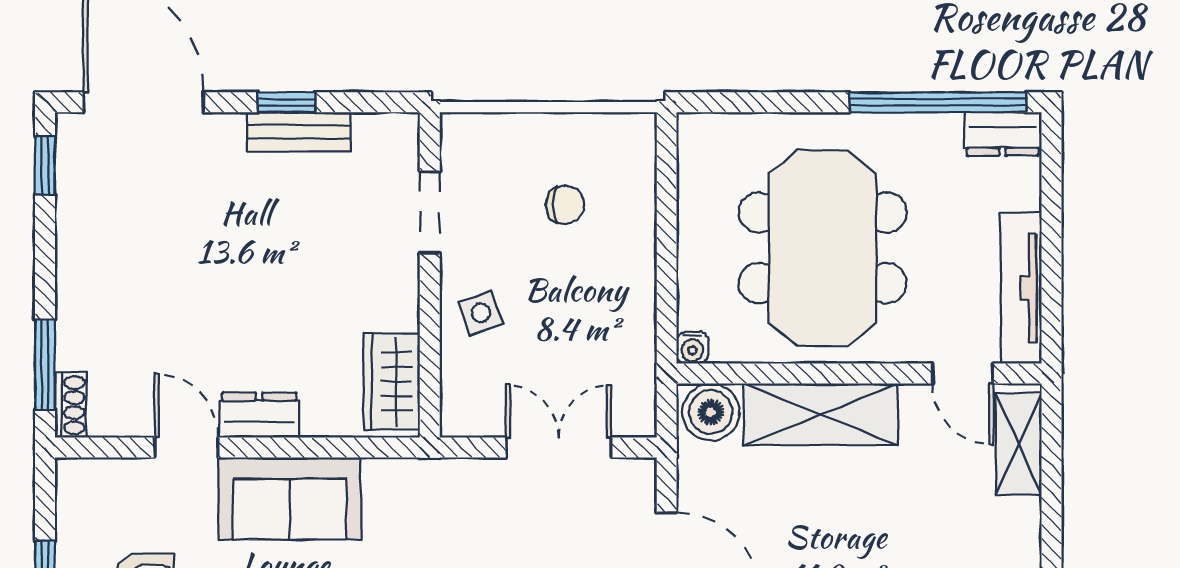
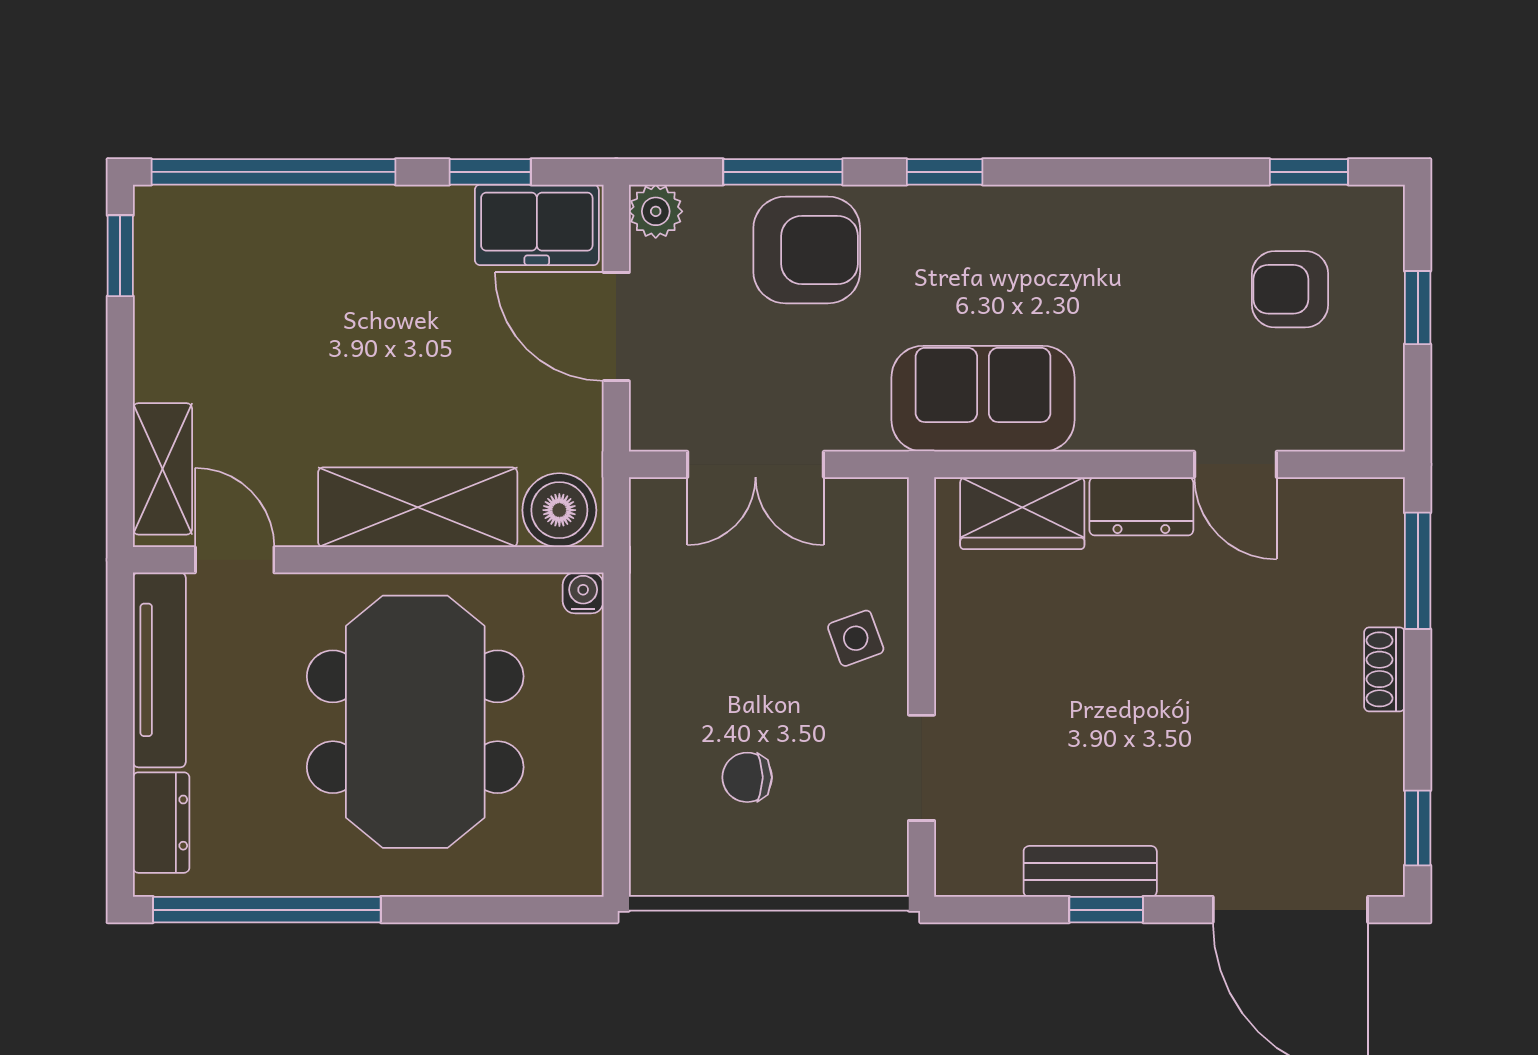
dresser: (1003, 134) -> (161, 823), moved, turned 90
wardrobe: (392, 381) -> (1022, 513), moved, turned 90
shoe rack: (71, 405) -> (1384, 669), moved
sofa: (290, 499) -> (983, 399), moved

